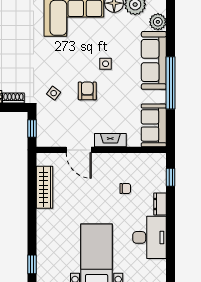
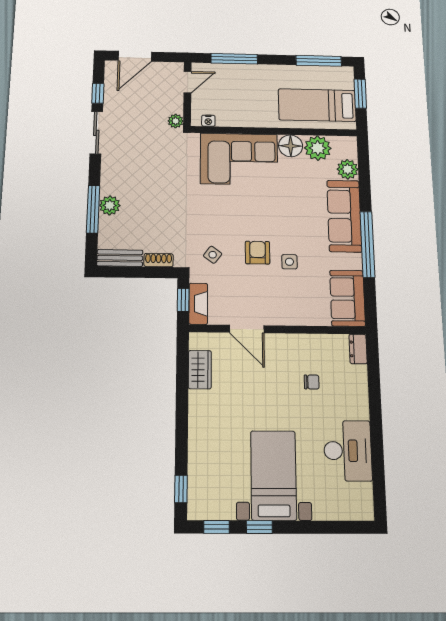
side table: (106, 64) -> (289, 262), moved
fireplace: (110, 140) -> (198, 304), moved, turned 90
window: (171, 177) -> (373, 367), removed
wardrobe: (45, 187) -> (200, 370), width x0.67
dresser: (160, 204) -> (358, 349), moved

